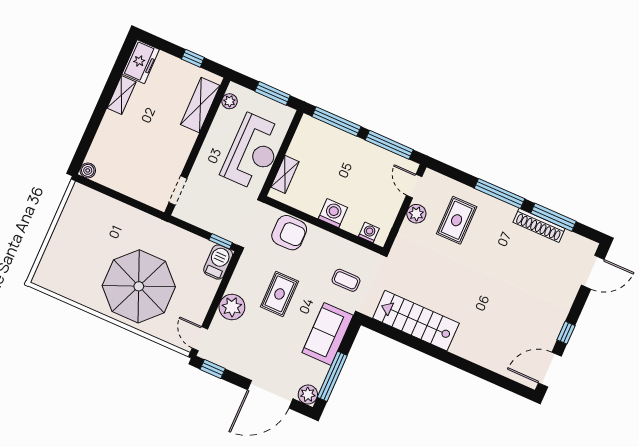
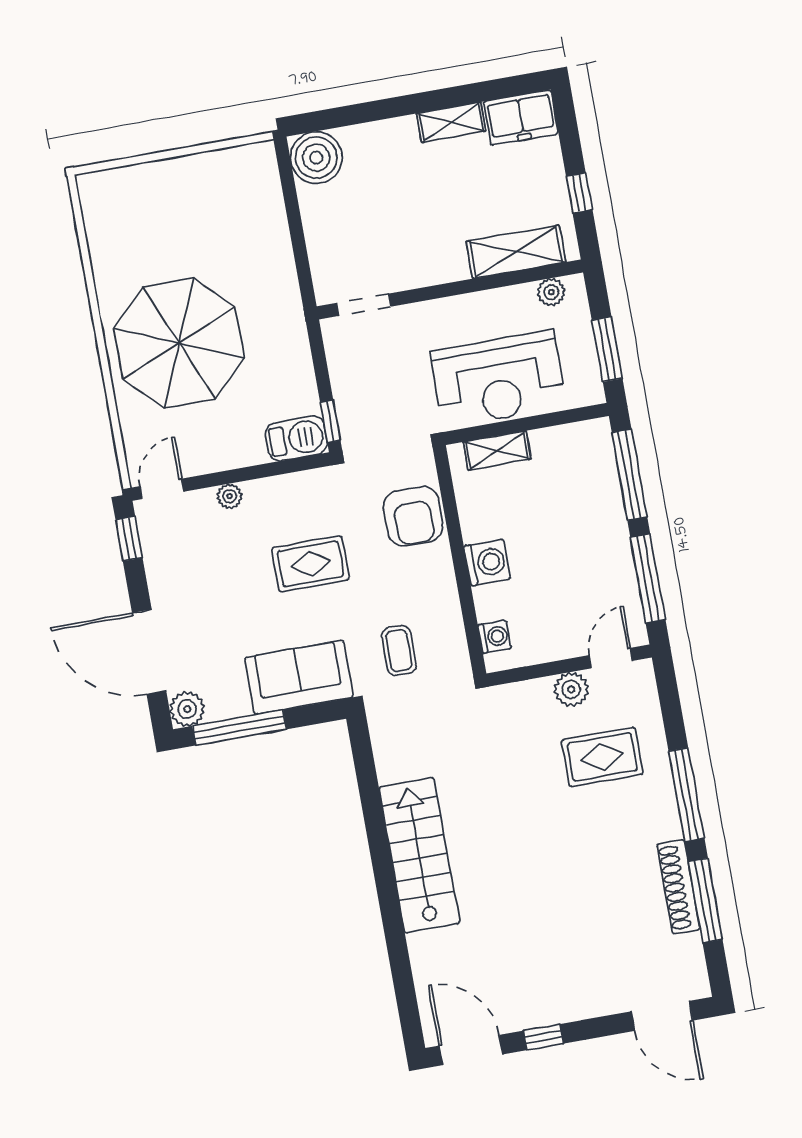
boiler: (88, 170) -> (316, 158), width x1.86, depth x1.86
plant: (232, 307) -> (230, 496), width x0.53, depth x0.53
stairs: (416, 321) -> (419, 855), moved

